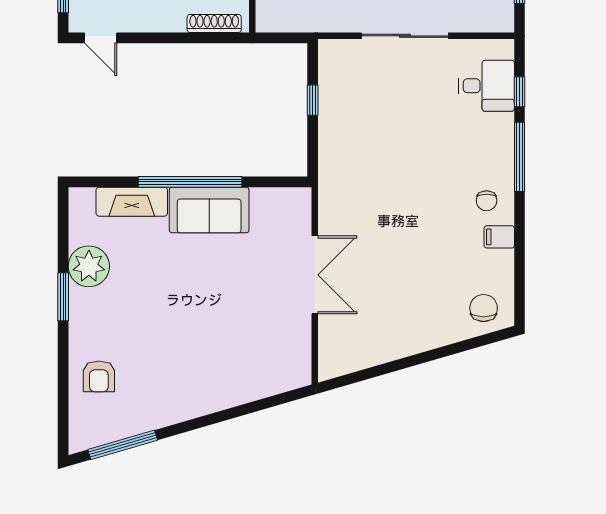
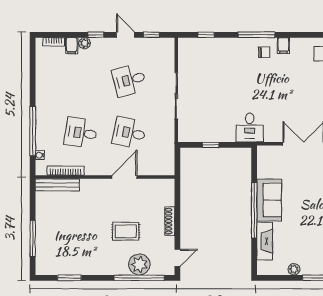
shoe rack: (214, 23) -> (170, 221), moved
desk: (487, 86) -> (250, 127), moved, turned 180
window: (519, 157) -> (256, 35), moved
plant: (89, 266) -> (294, 269), width x0.53, depth x0.53

